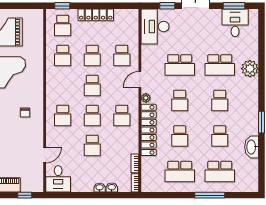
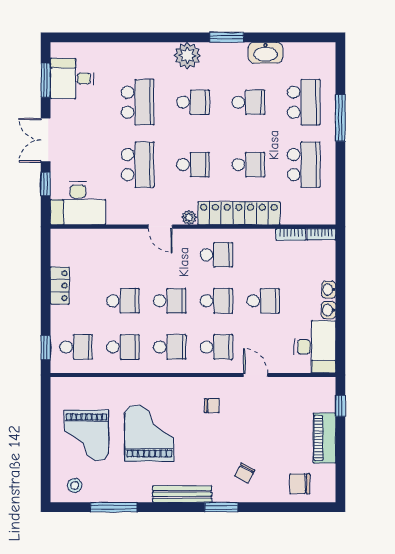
locker: (96, 15) -> (60, 286), width x0.66
school desk: (122, 55) -> (170, 347), moved
plant: (250, 69) -> (187, 55), moved
door: (45, 155) -> (256, 375), moved
desk: (58, 179) -> (315, 347), width x1.37
washbasin: (112, 187) -> (329, 310), moved

